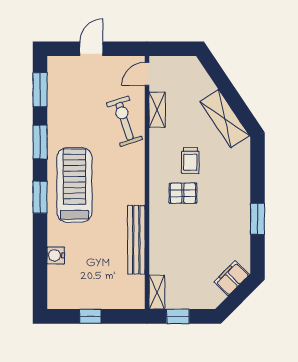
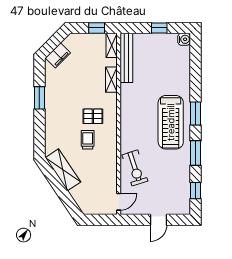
window: (40, 90) -> (195, 191), width x0.67
shelving: (157, 110) -> (111, 80), moved
bench: (136, 240) -> (126, 58), moved
water cooler: (56, 255) -> (184, 39), moved

